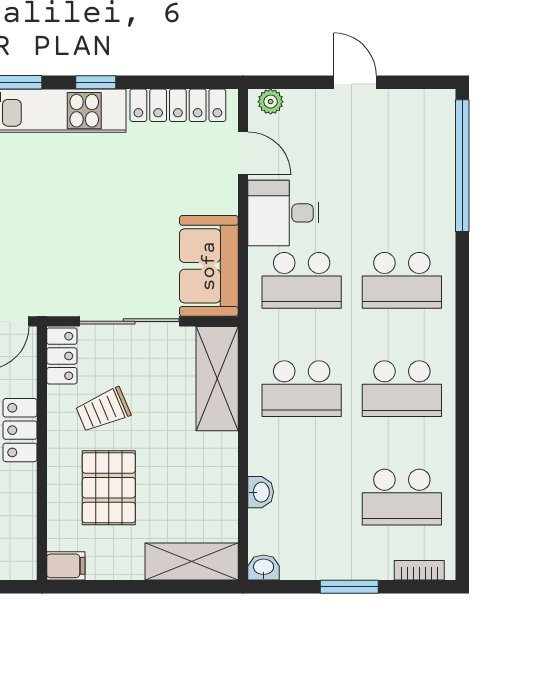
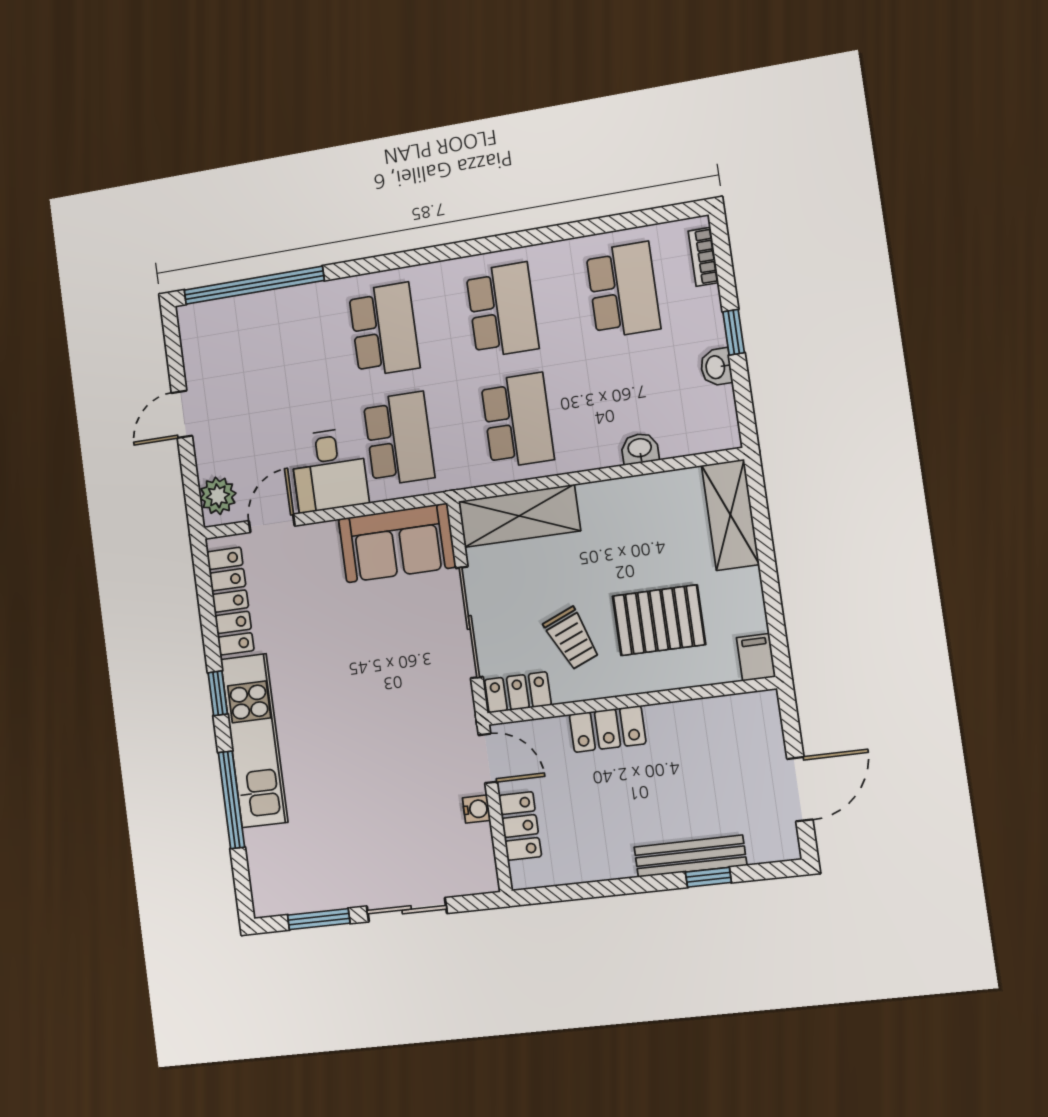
plant: (271, 102) -> (218, 496), width x1.38, depth x1.38
washbasin: (264, 567) -> (716, 367), moved
window: (349, 587) -> (734, 332), width x0.67

